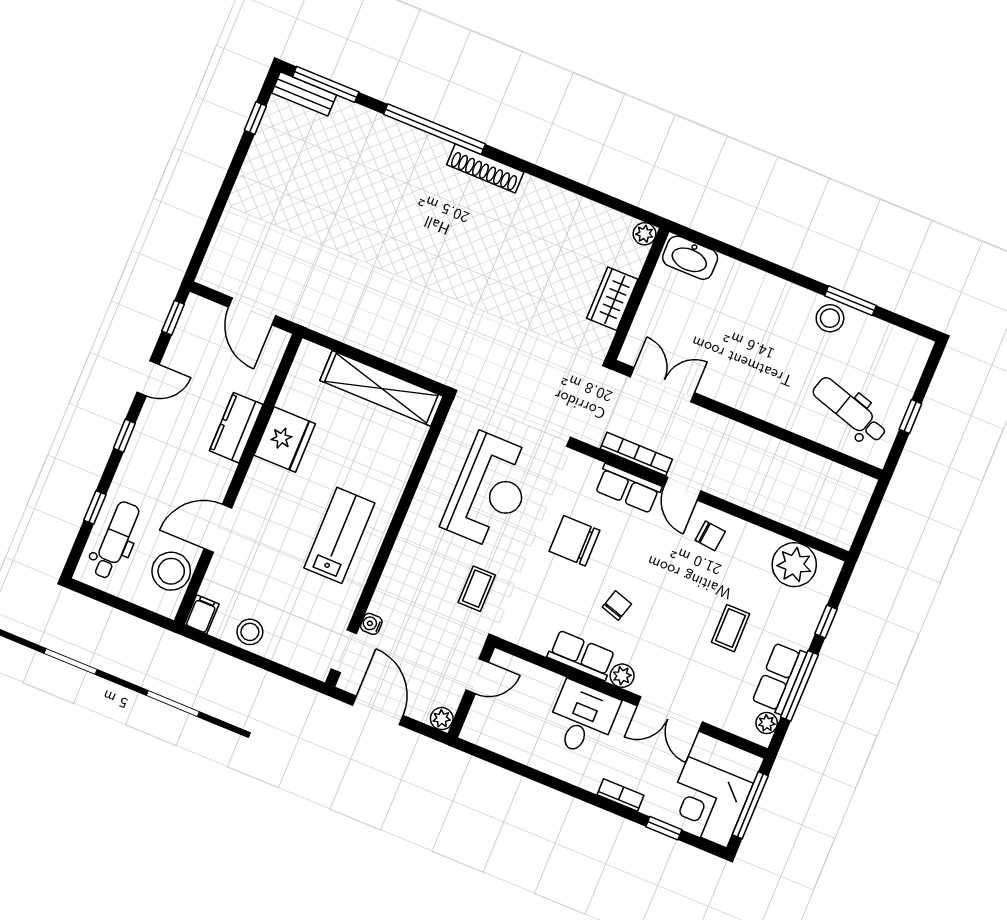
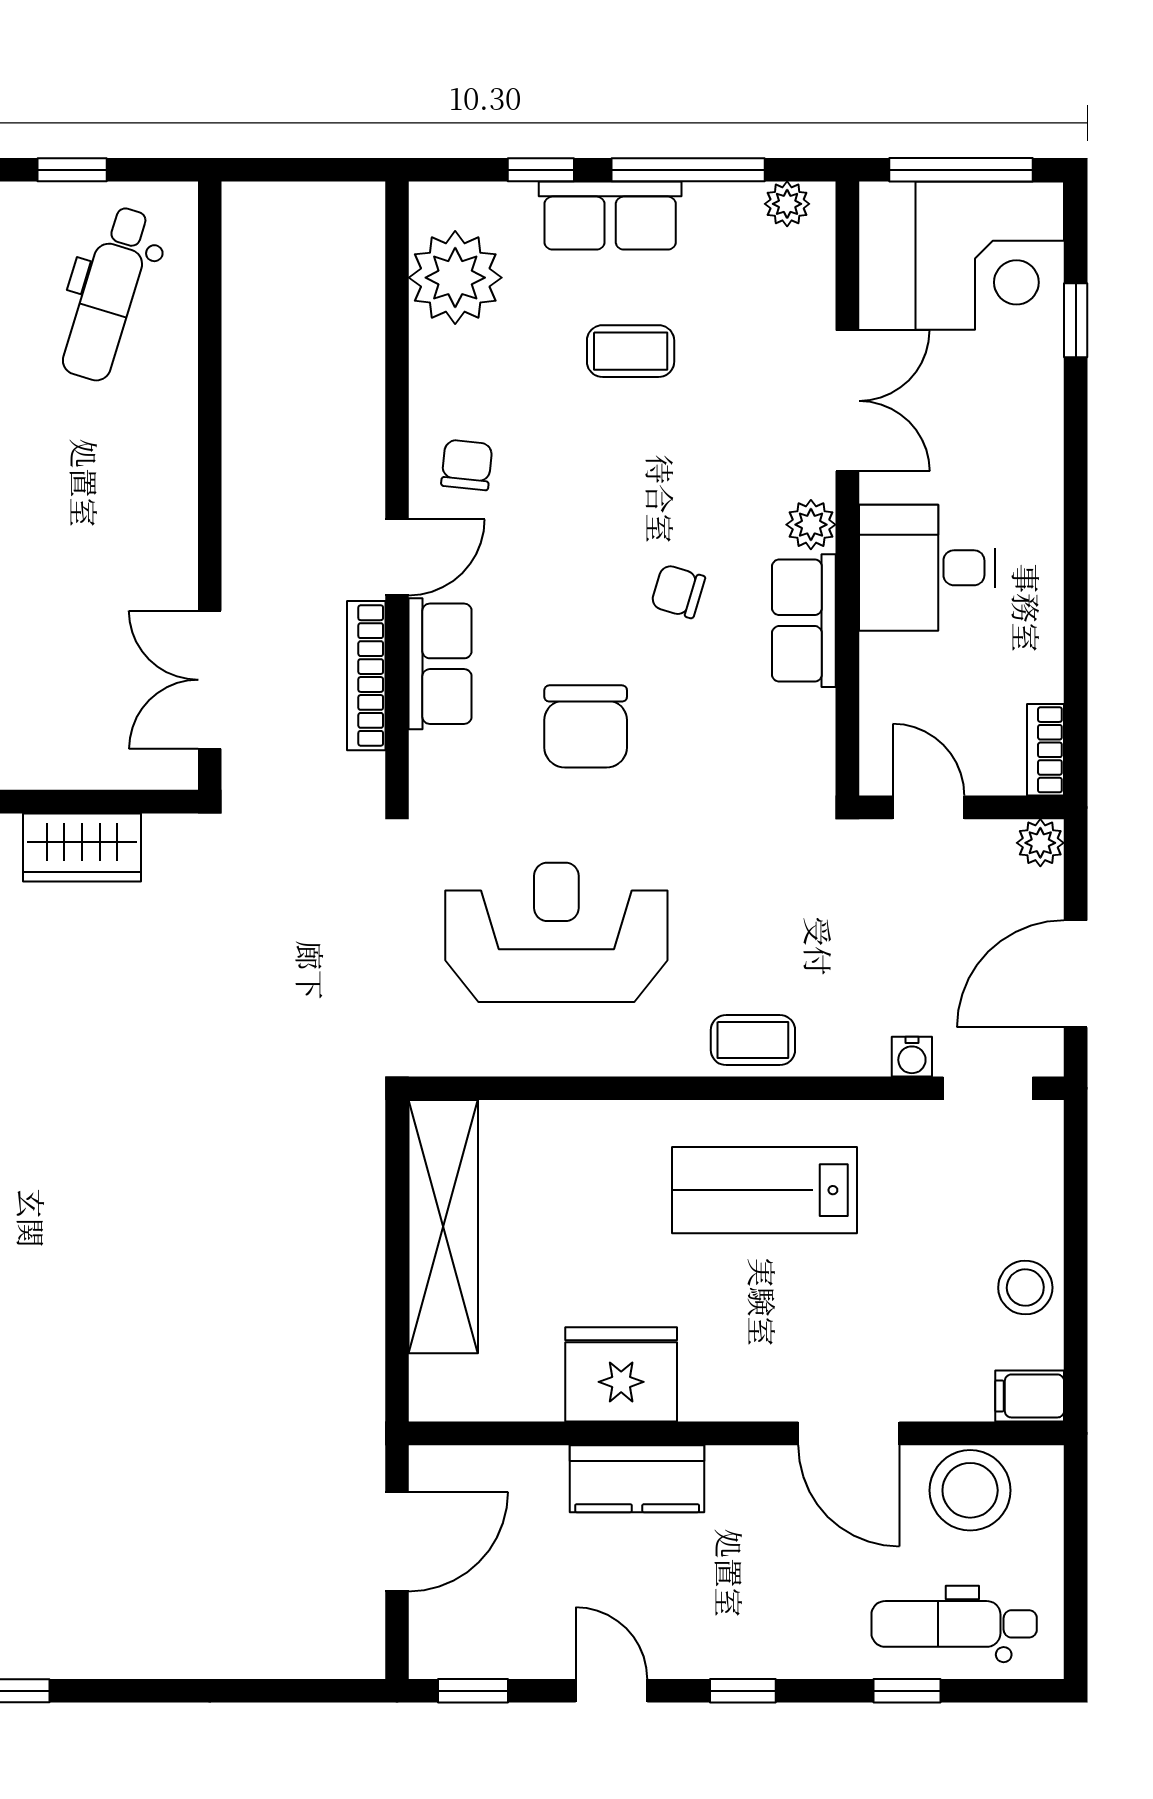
coffee table: (477, 589) -> (753, 1040), moved
row of seats: (779, 678) -> (610, 216), moved
bookcase: (620, 795) -> (1046, 750), moved

